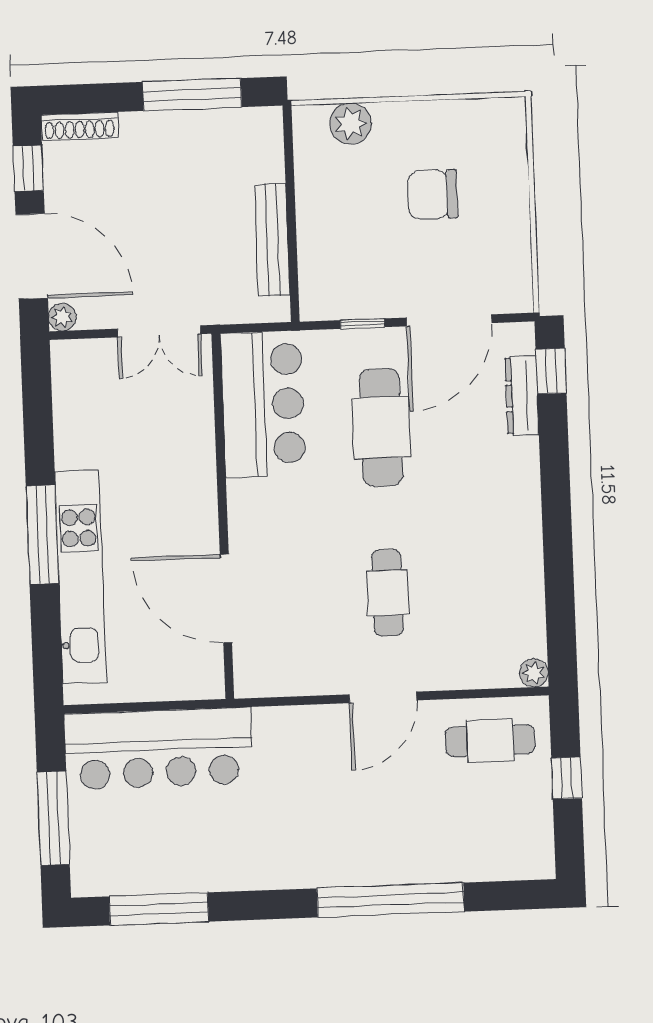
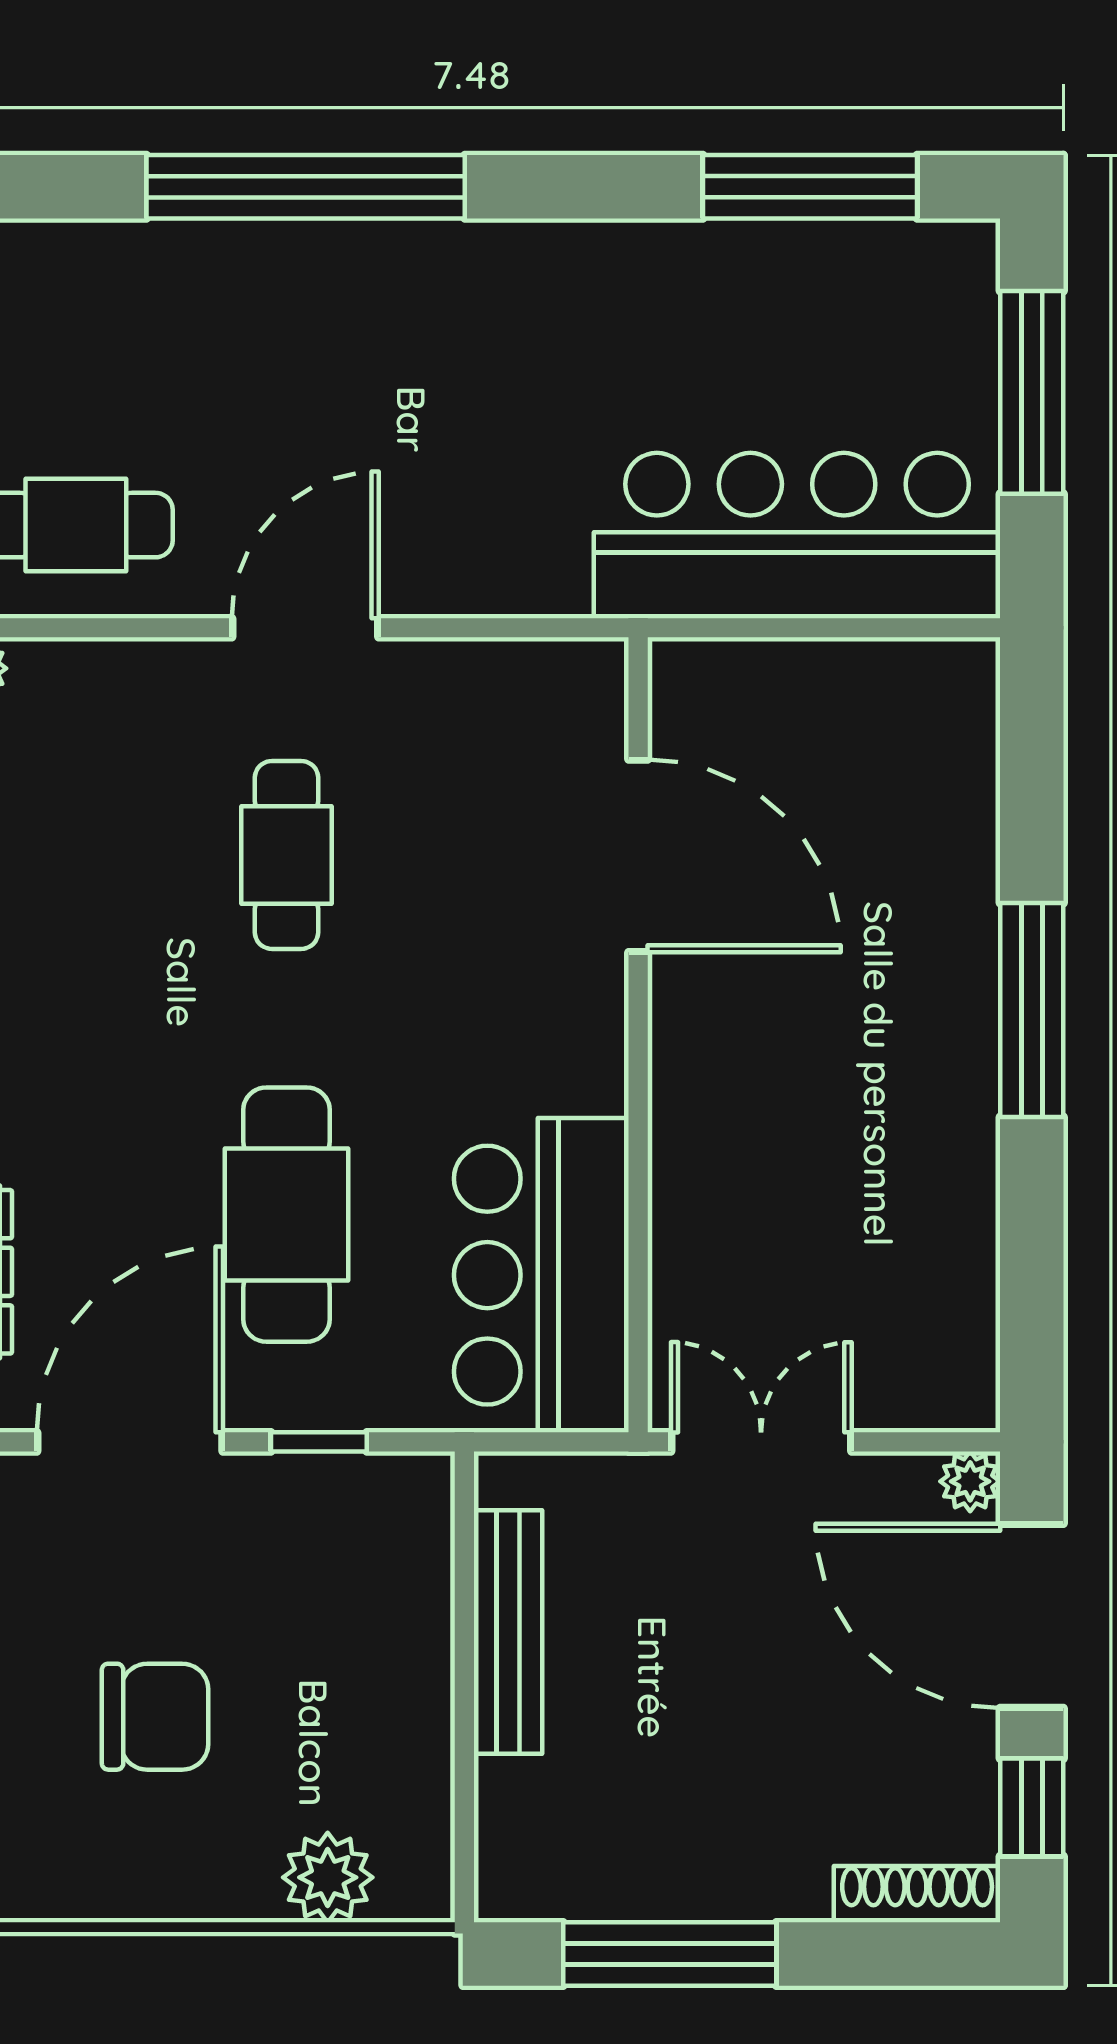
kitchen unit: (81, 577) -> (952, 915), removed

